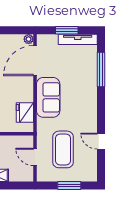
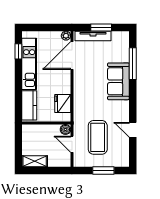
tv unit: (78, 39) -> (93, 36), moved
sofa: (48, 97) -> (118, 81), moved, turned 180
boiler: (28, 141) -> (65, 129), added

